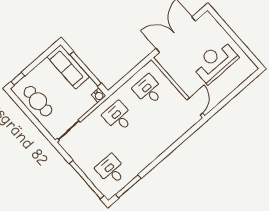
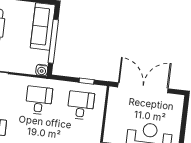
window: (135, 70) -> (87, 81), added

